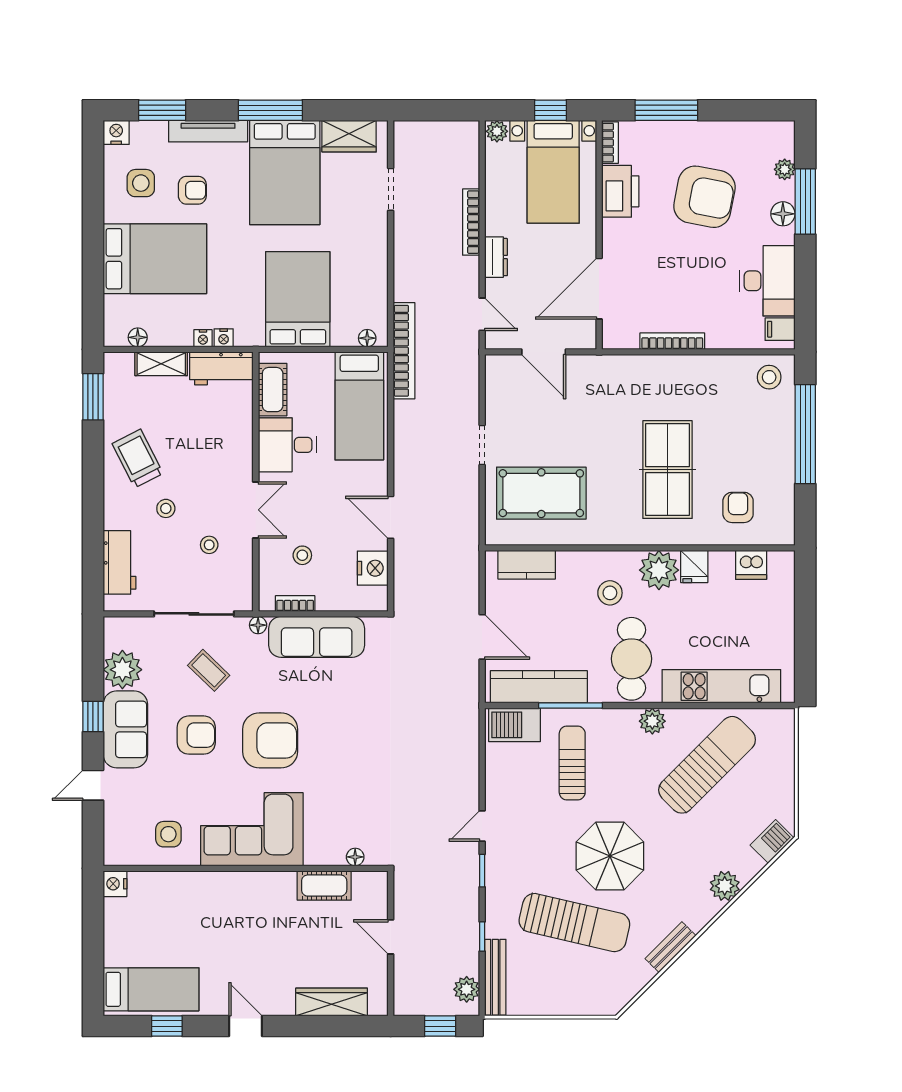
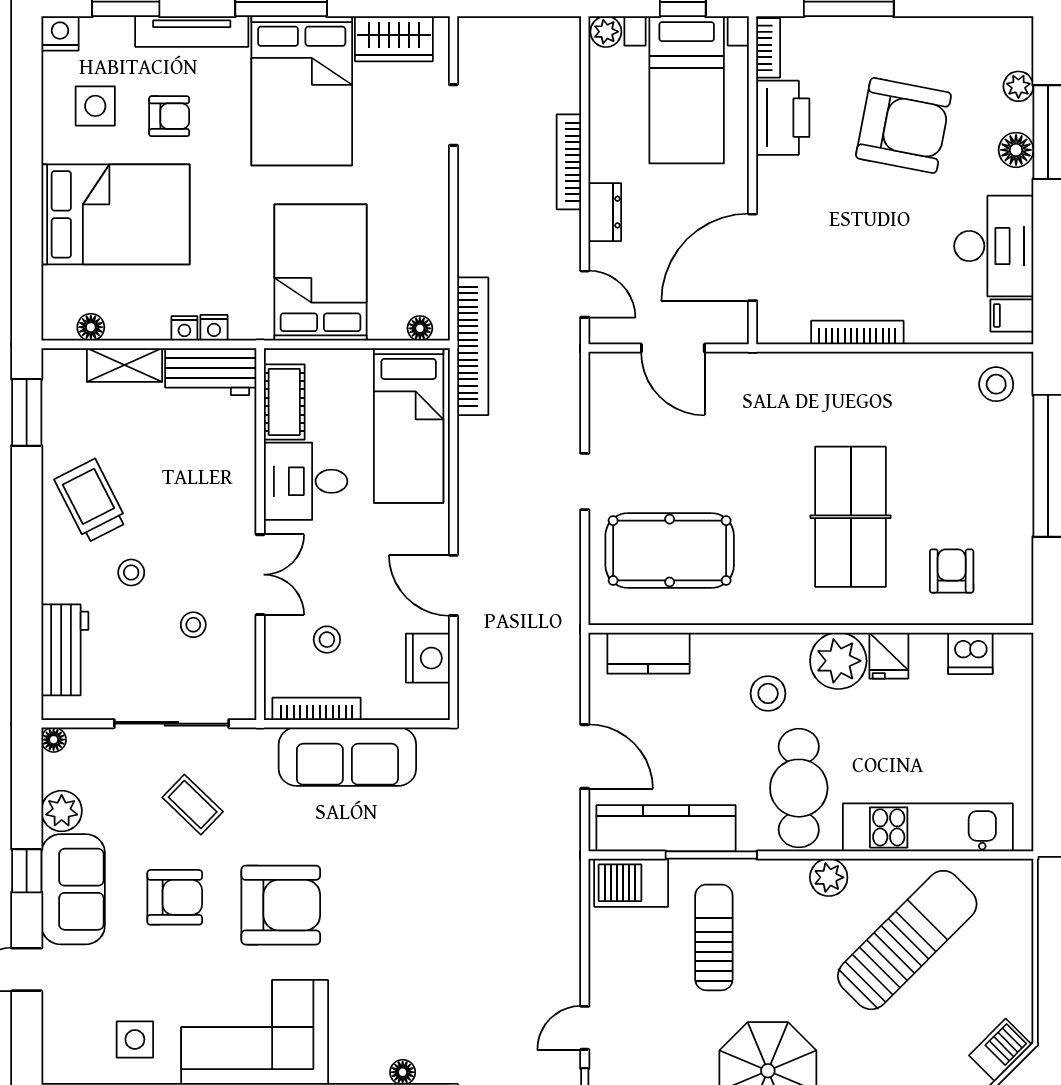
bookcase: (295, 604) -> (317, 709), width x1.56
floor lamp: (258, 625) -> (54, 740), moved
plant: (122, 670) -> (62, 811), width x0.73, depth x0.73

